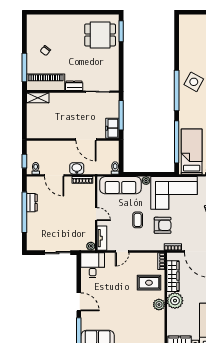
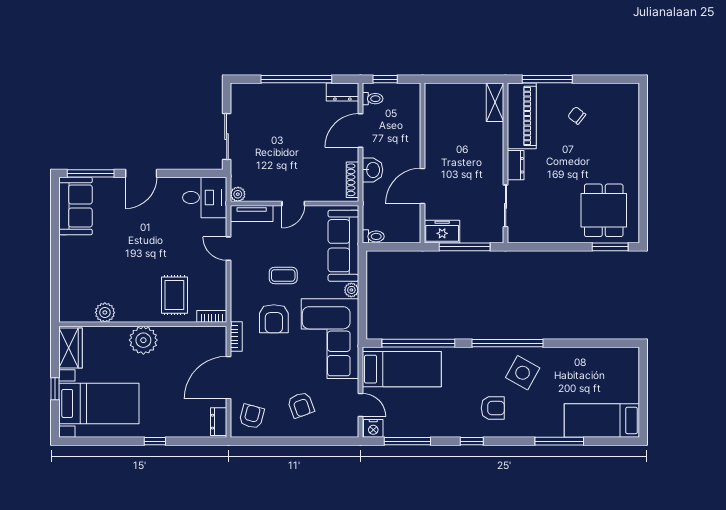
dresser: (32, 203) -> (342, 92), moved
wardrobe: (173, 276) -> (186, 336), removed
plant: (159, 305) -> (105, 312), moved

